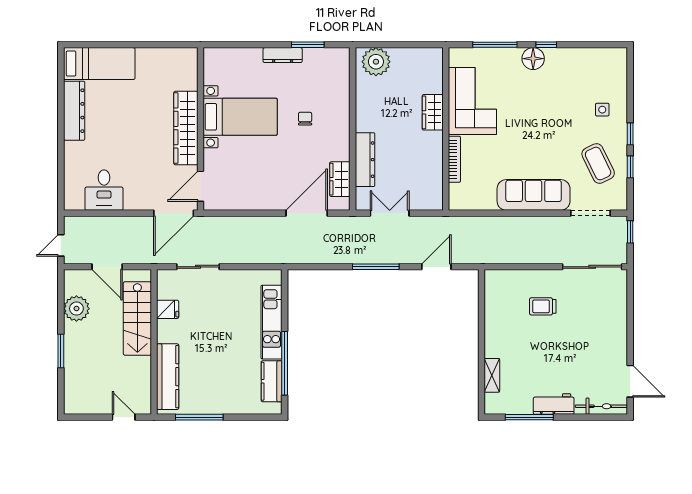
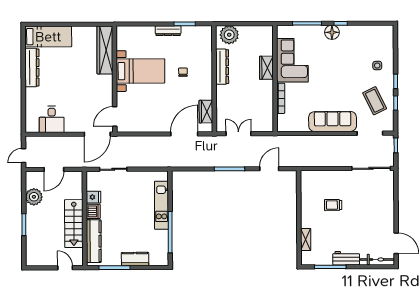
wardrobe: (186, 128) -> (105, 50), moved
dresser: (365, 160) -> (222, 67), moved
door: (107, 267) -> (54, 169), hinge flipped
trolley: (543, 306) -> (333, 205), moved
stairs: (137, 318) -> (74, 224), moved
dishwasher: (167, 331) -> (93, 211), added
kitchen counter: (272, 381) -> (135, 259), moved, turned 90

